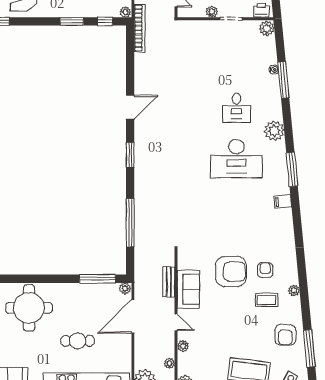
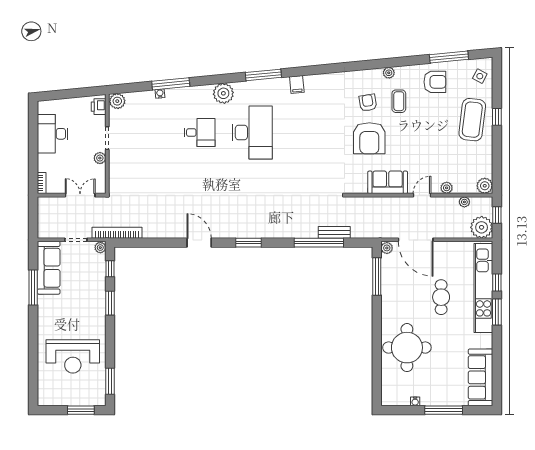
armchair: (265, 270) -> (368, 103), turned 81
armchair: (231, 272) -> (369, 138), turned 180
bench: (169, 282) -> (334, 232), moved

